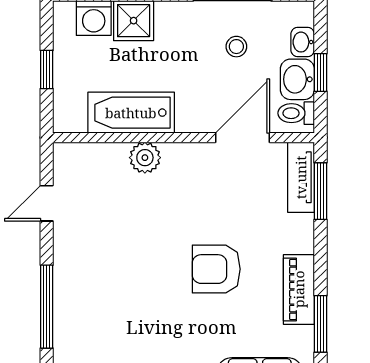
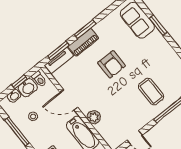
door: (243, 138) -> (69, 100), moved
piano: (299, 289) -> (83, 42), moved
coffee table: (108, 302) -> (151, 92), added
window: (320, 324) -> (85, 29), moved

